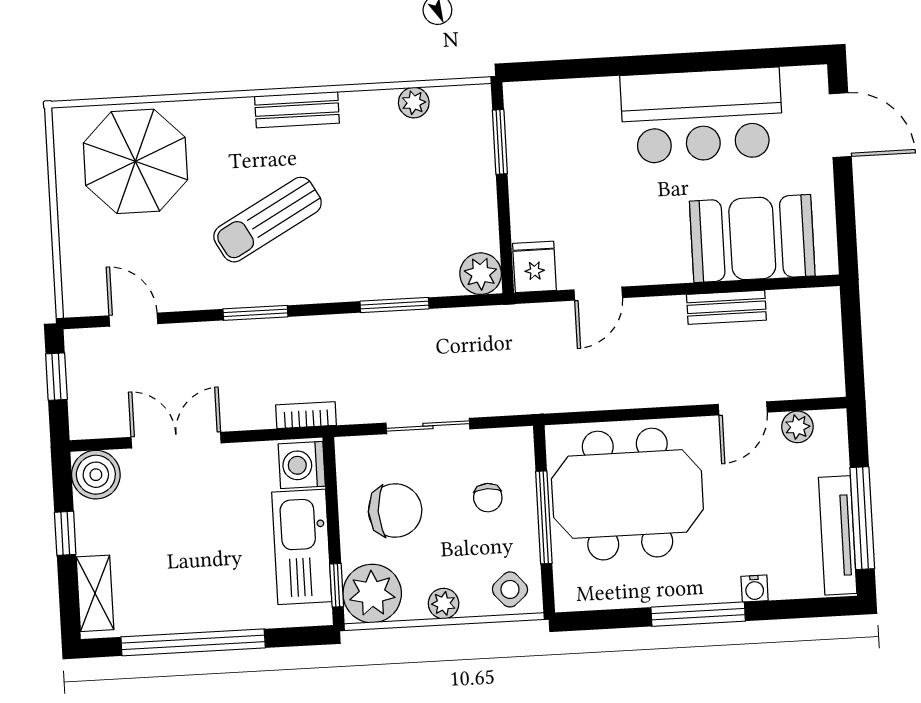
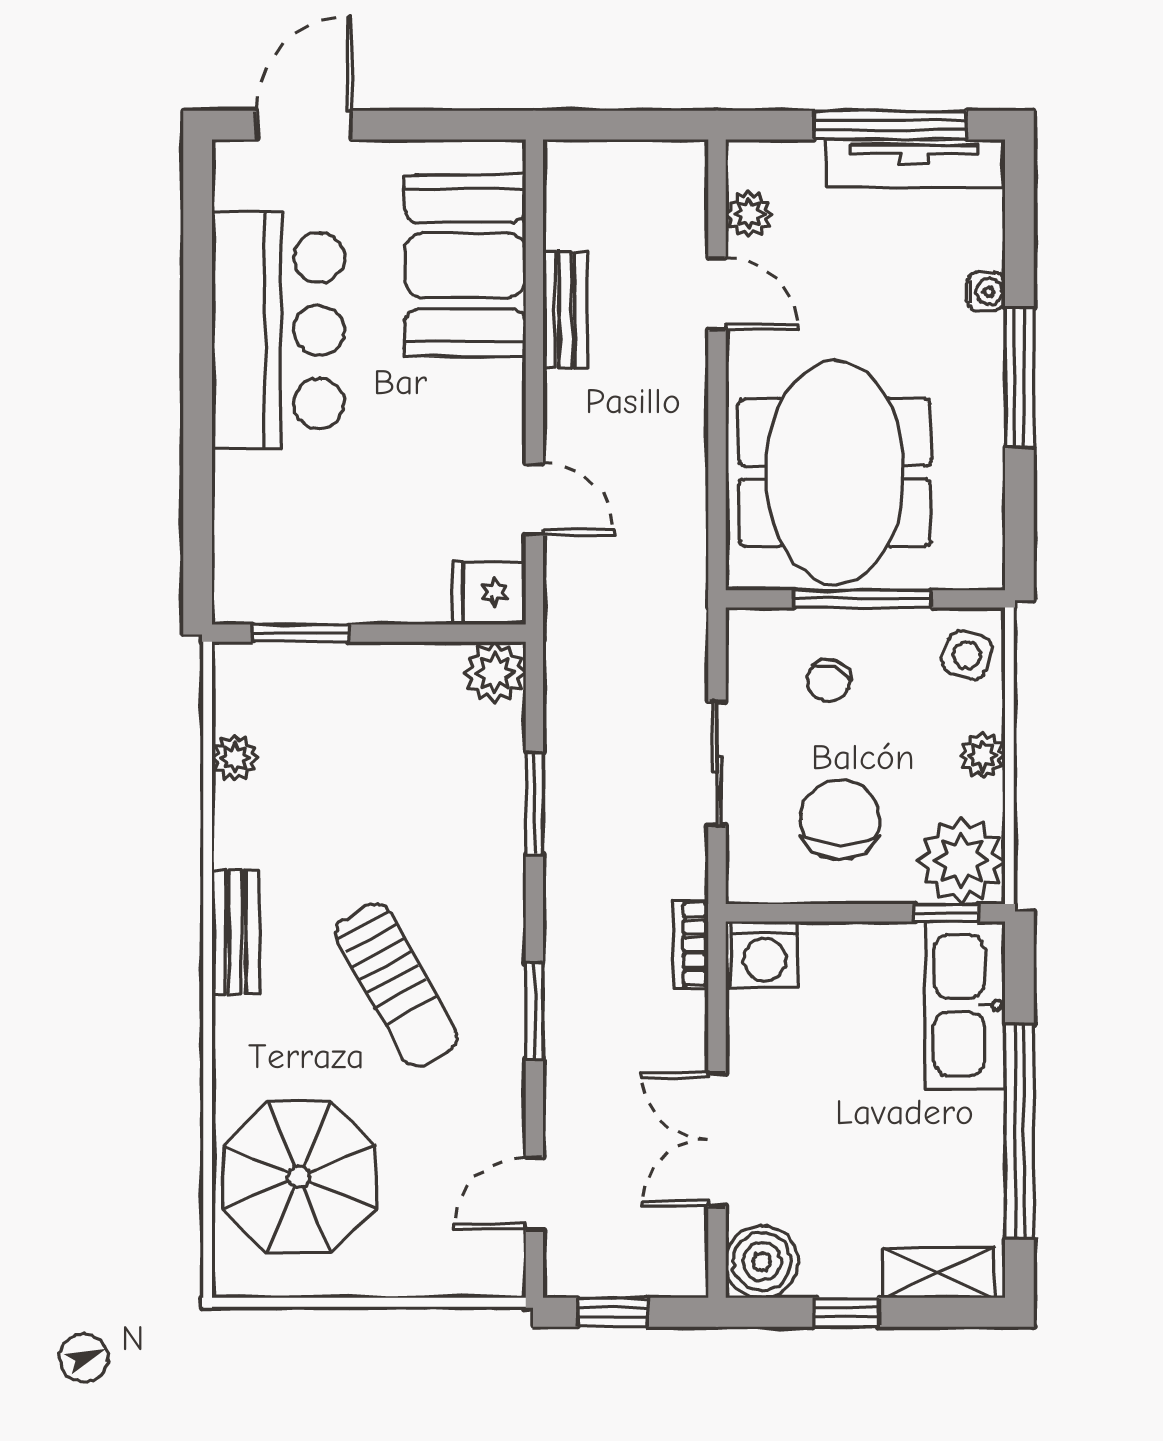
chair: (488, 498) -> (829, 681), turned 111
kitchen sink: (302, 547) -> (965, 1005), moved, turned 90
side table: (510, 589) -> (967, 655), turned -32

